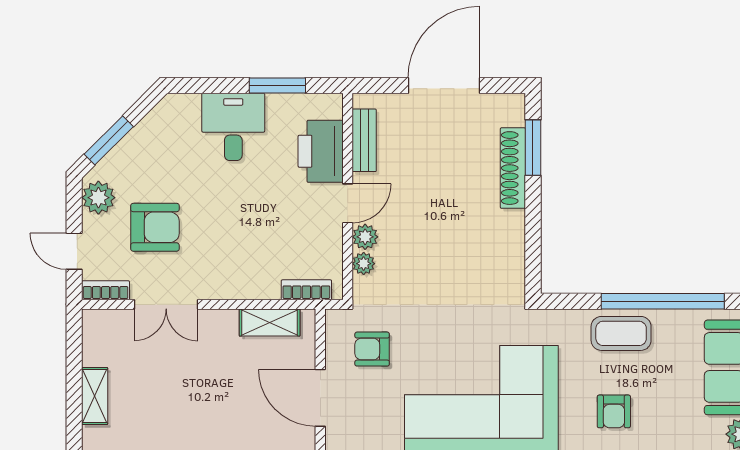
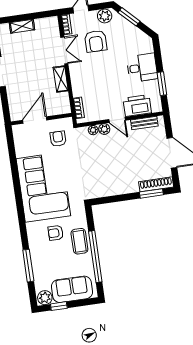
shoe rack: (513, 168) -> (156, 184), moved
double door: (166, 304) -> (64, 50), swing flipped
shelving: (270, 323) -> (61, 79), moved
armchair: (614, 411) -> (56, 233), moved

